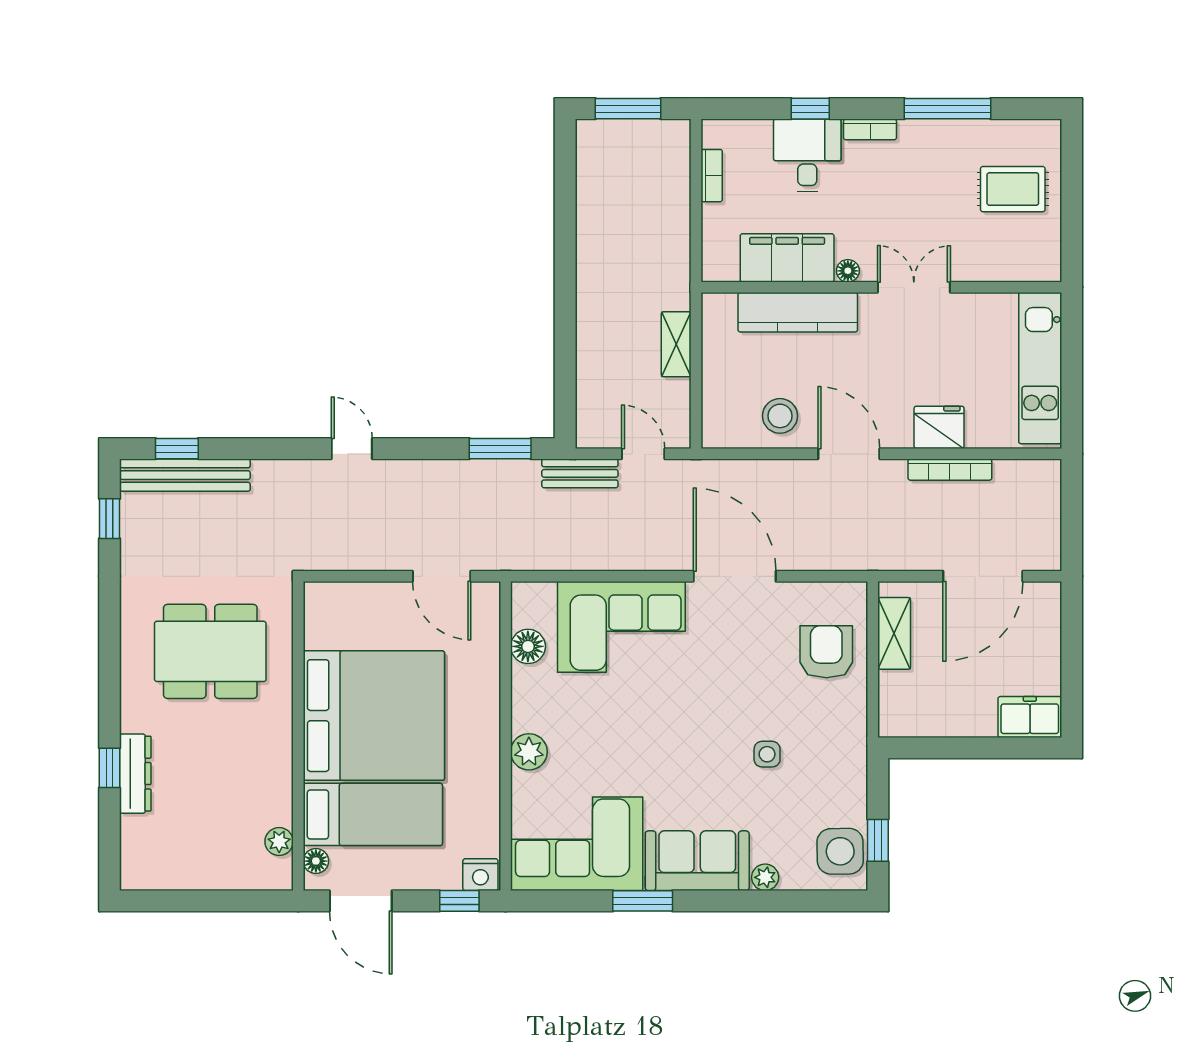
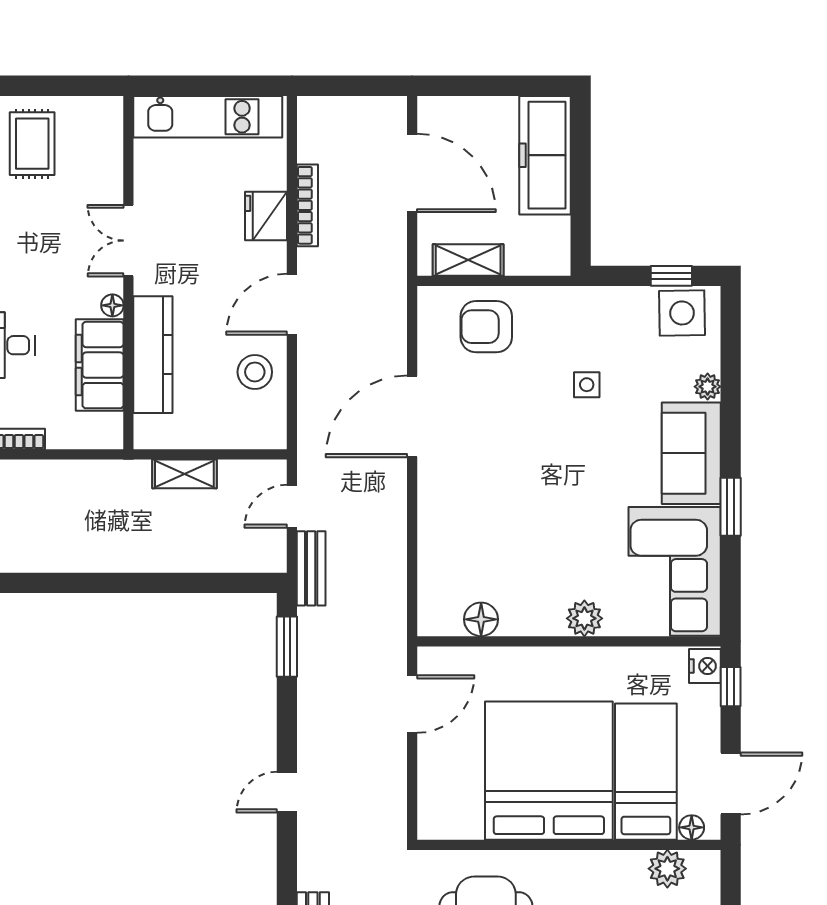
corner sofa: (621, 627) -> (462, 528), removed
freezer: (1030, 717) -> (545, 155), width x1.91, depth x1.26
plant: (279, 842) -> (667, 869), width x1.38, depth x1.38

